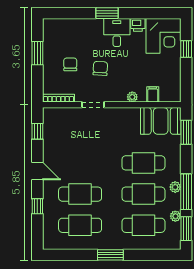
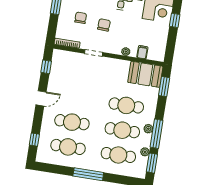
door: (37, 171) -> (41, 98), hinge flipped
window: (37, 206) -> (34, 140), moved
window: (110, 255) -> (88, 174), width x1.44

